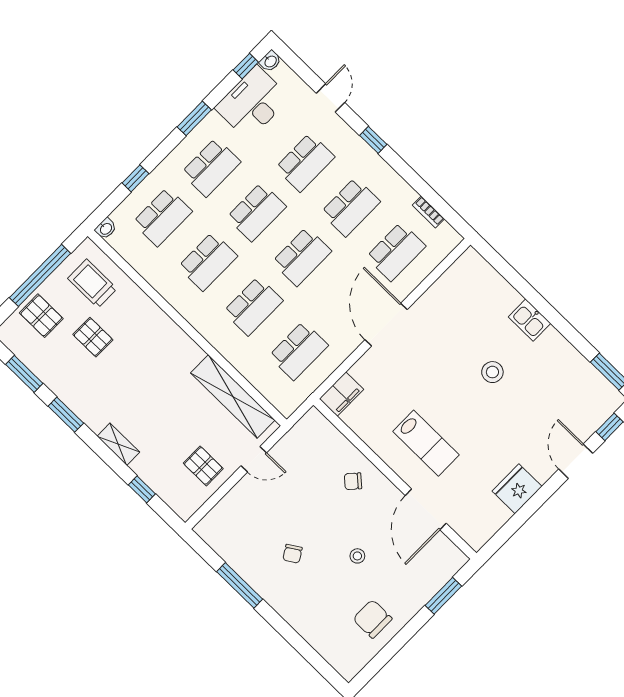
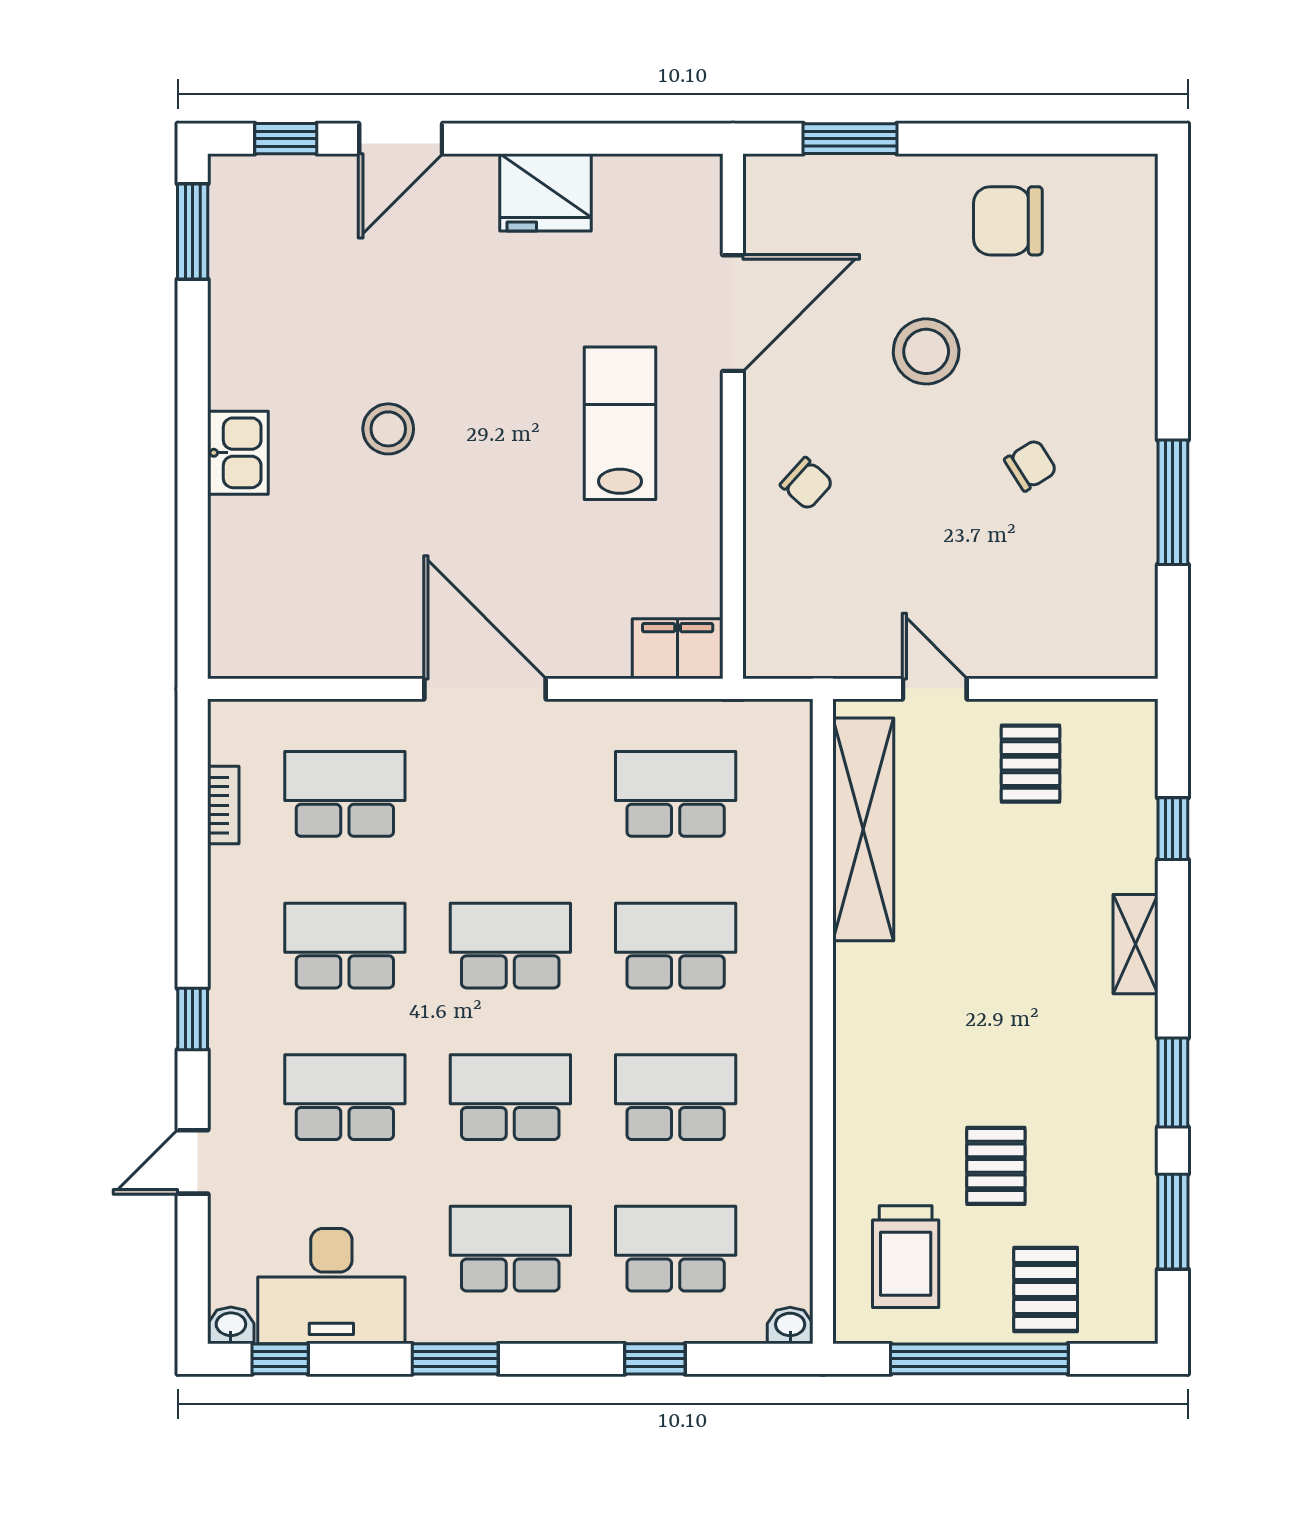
door: (386, 325) -> (485, 689), swing flipped
stool: (357, 556) -> (926, 351), width x1.89, depth x1.89
chair: (372, 619) -> (1008, 221), turned 90

